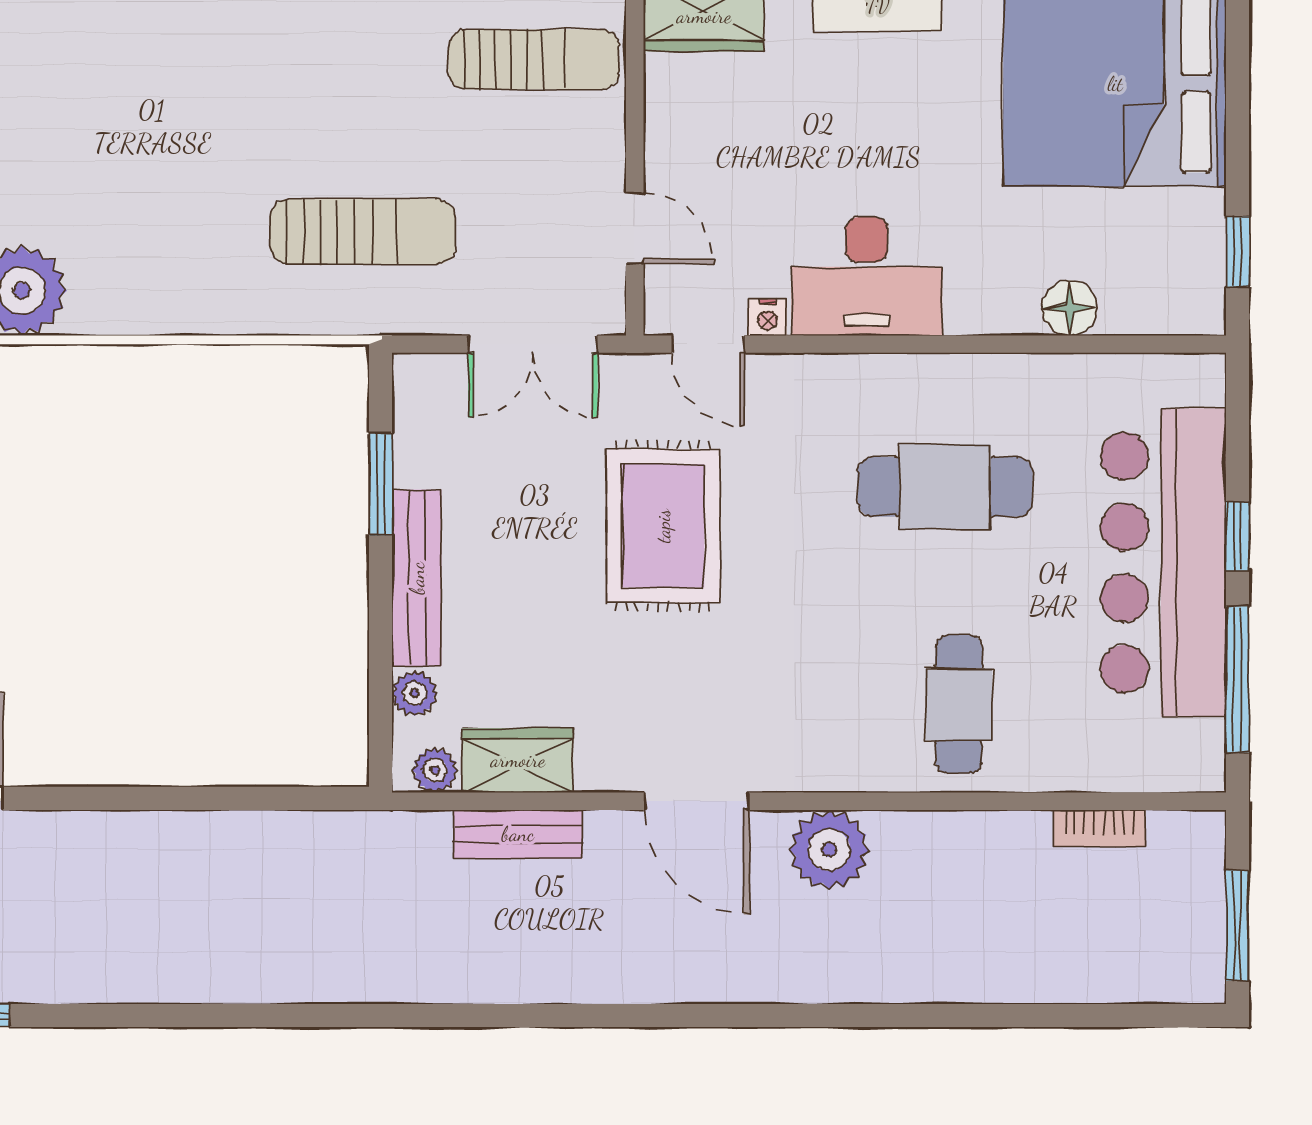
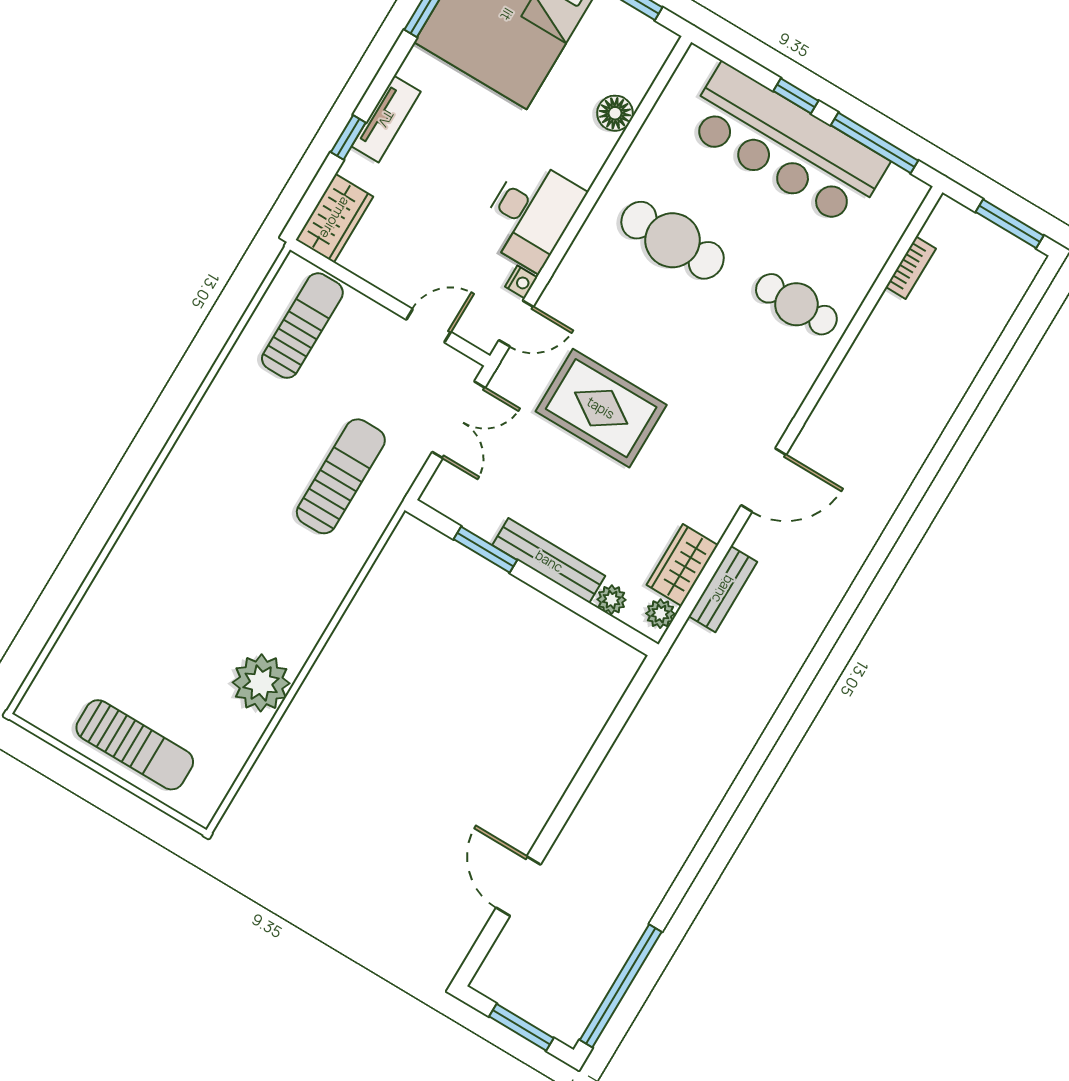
cafe table: (945, 487) -> (673, 240), turned 90
plant: (829, 850) -> (834, 423), removed

